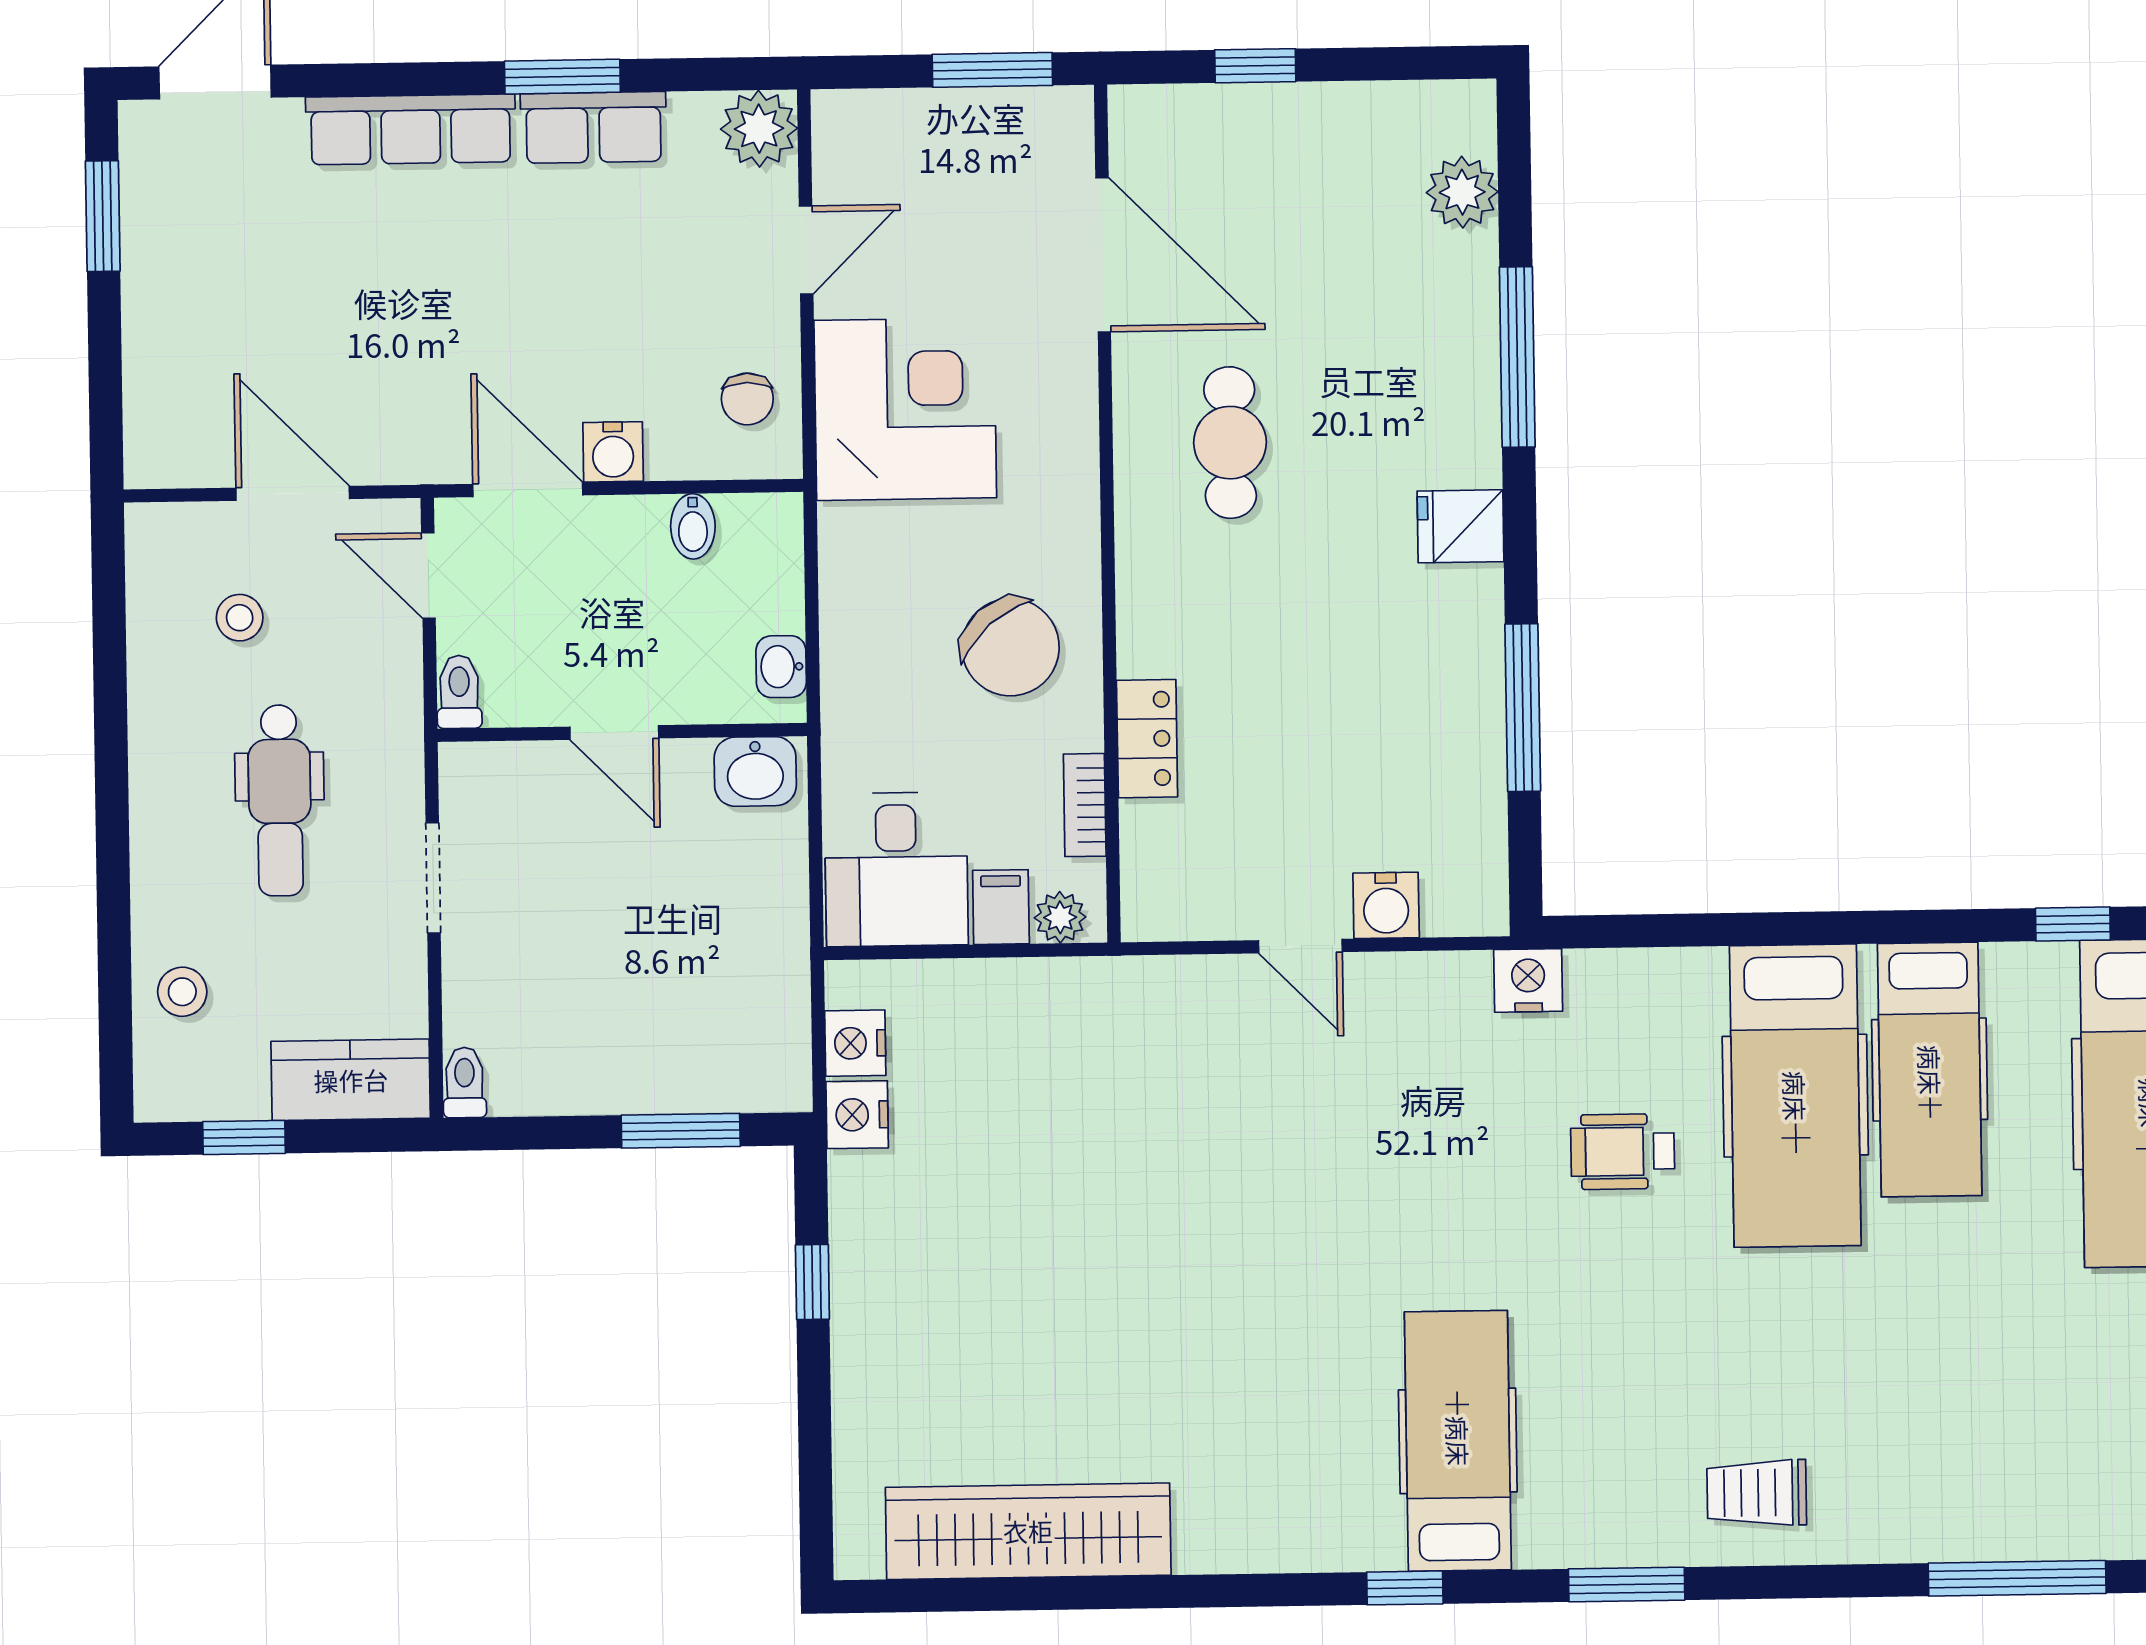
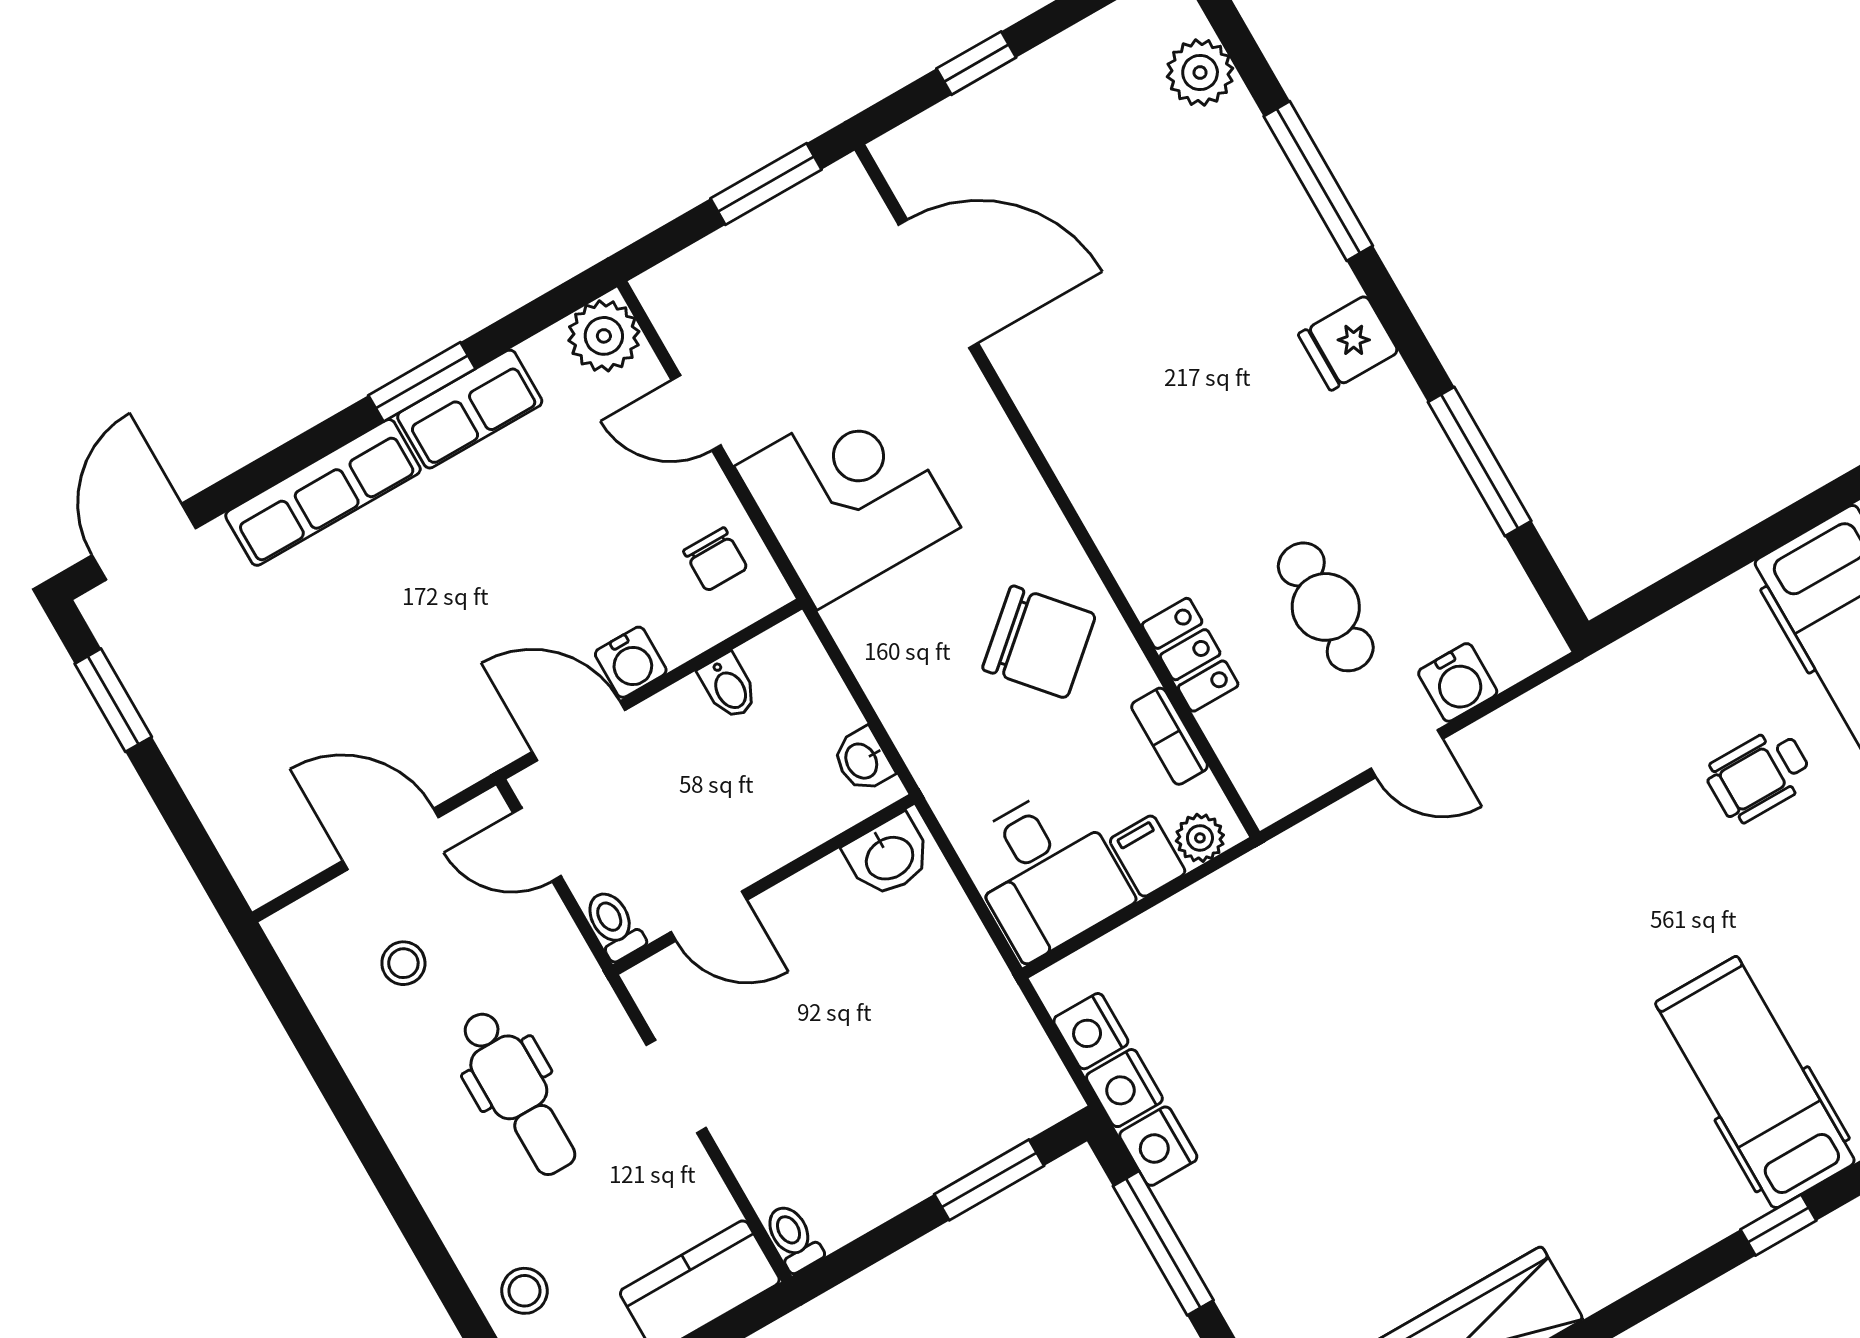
door: (806, 250) -> (696, 413), swing flipped
cafe table: (1230, 443) -> (1326, 607), moved
door: (614, 732) -> (709, 916), moved
nightstand: (1528, 980) -> (1158, 1146), moved, turned -90
window: (812, 1282) -> (1163, 1243), width x2.17

